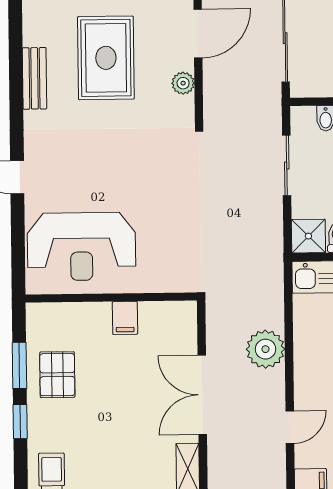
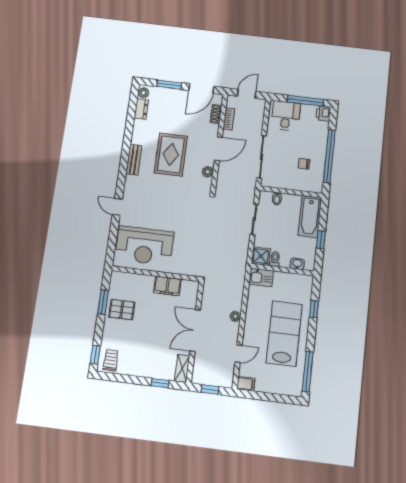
filing cabinet: (125, 318) -> (167, 286), width x2.00
plant: (265, 349) -> (235, 316), width x0.53, depth x0.53
pallet: (57, 375) -> (122, 310), turned 90
window: (20, 421) -> (95, 355), moved

